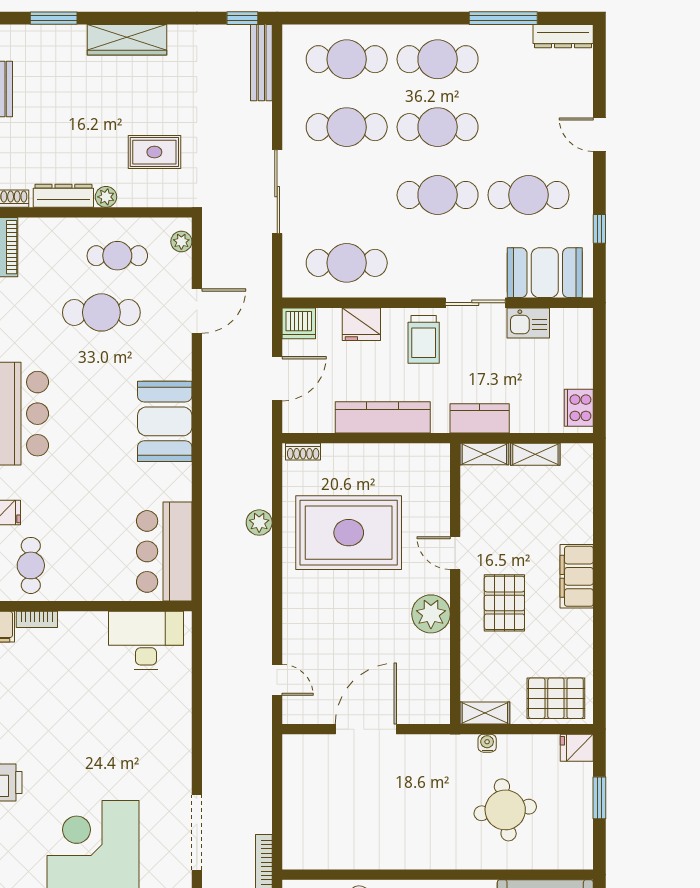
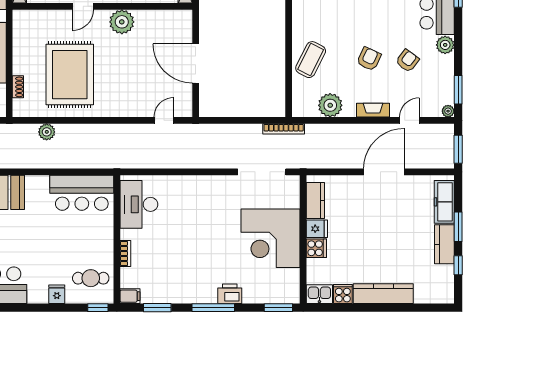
shoe rack: (303, 452) -> (18, 87), moved
plant: (259, 523) -> (47, 132), moved
bookcase: (37, 619) -> (125, 253), moved

